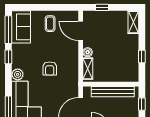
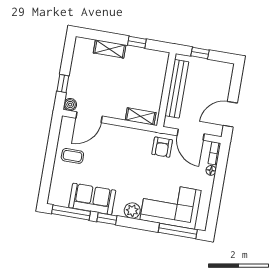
shelving: (133, 22) -> (110, 49), moved
sofa: (21, 27) -> (92, 199), moved
boiler: (88, 52) -> (70, 105), moved
armchair: (50, 69) -> (162, 147), moved, turned 90

